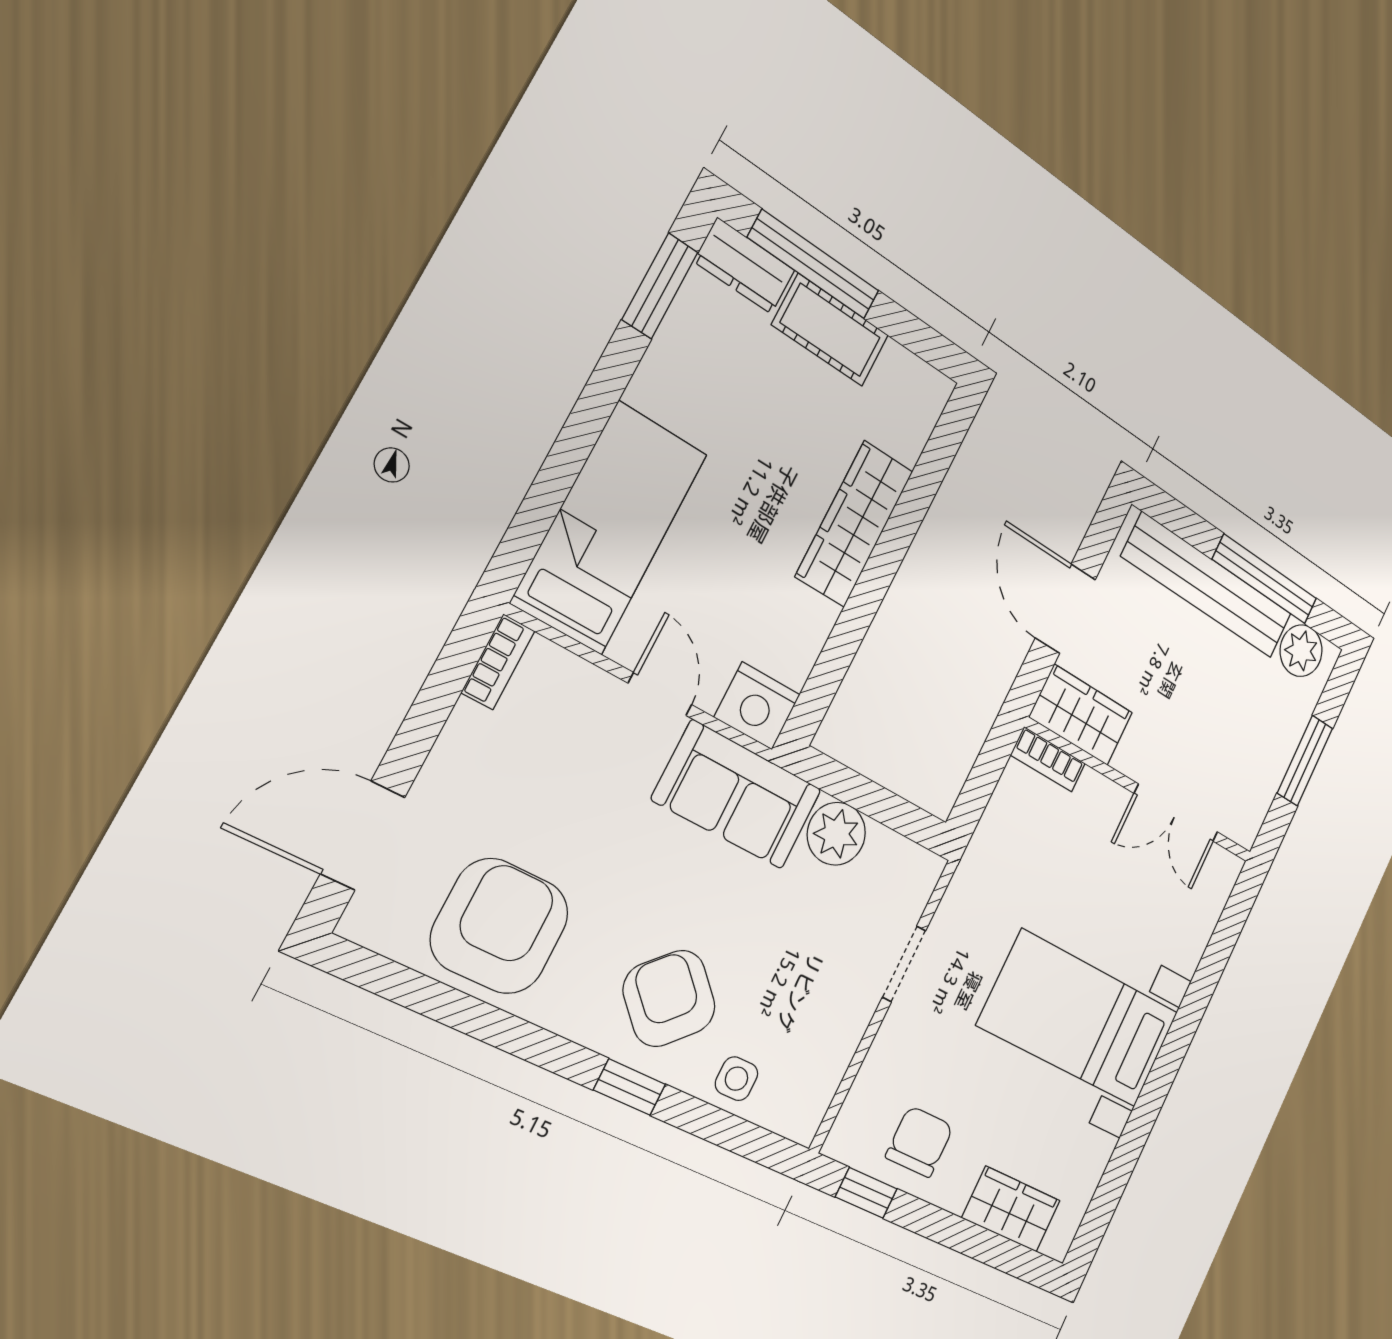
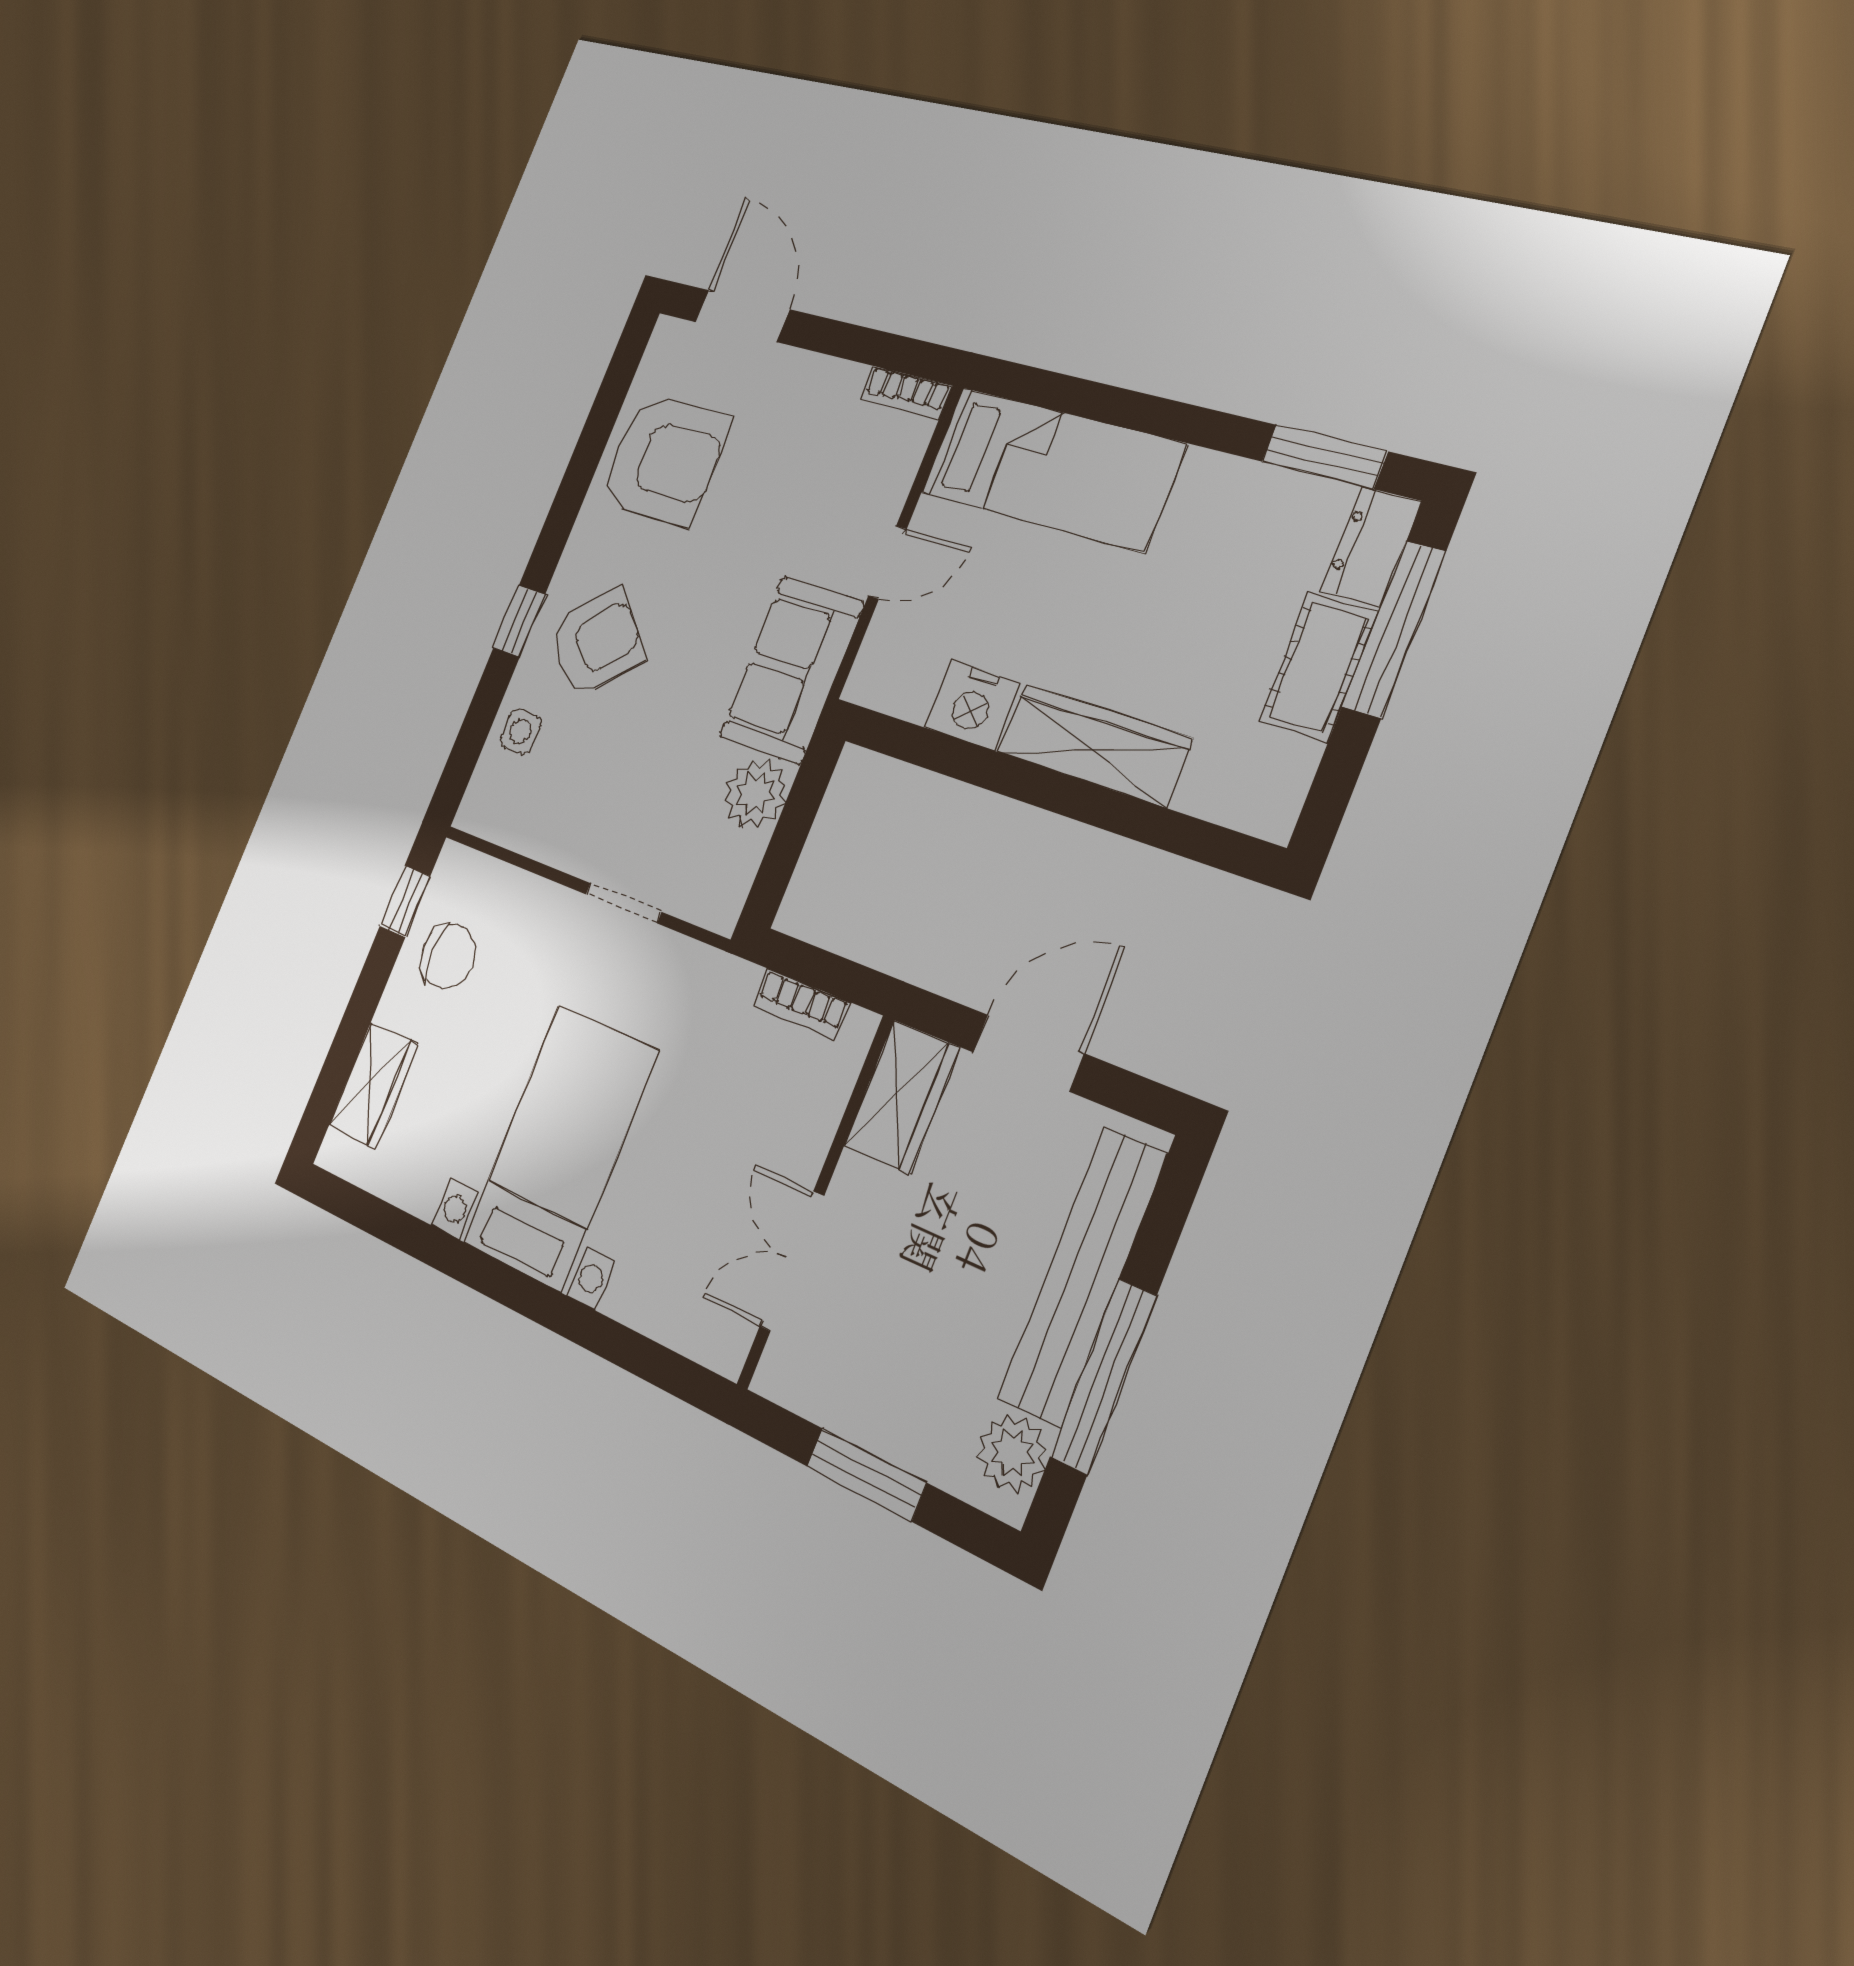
nightstand: (757, 706) -> (972, 705), moved, turned -90
bookcase: (1048, 759) -> (801, 1004), moved, turned -90

